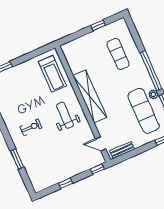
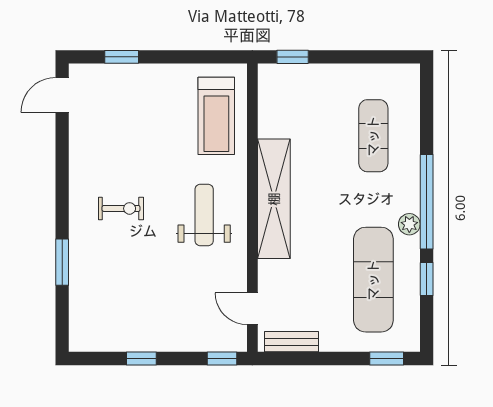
window: (98, 25) -> (293, 57), moved
plant: (153, 95) -> (409, 224), moved

